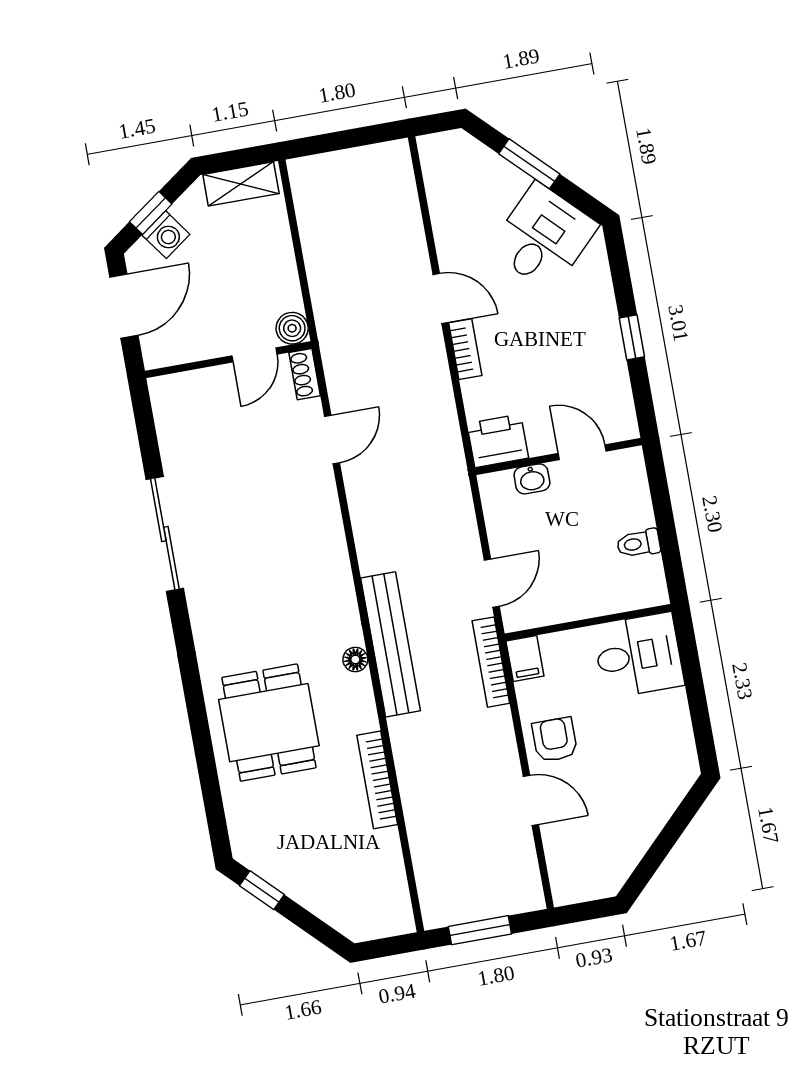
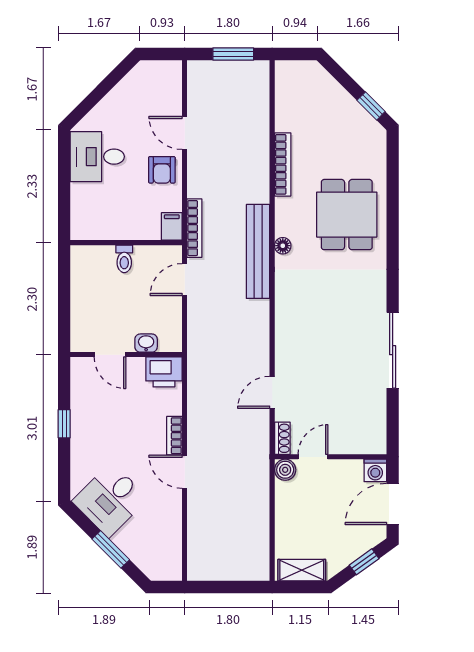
washing machine: (166, 235) -> (375, 470), moved, turned -144
toilet: (638, 543) -> (124, 259), moved, turned 90
desk: (638, 655) -> (97, 157), moved

